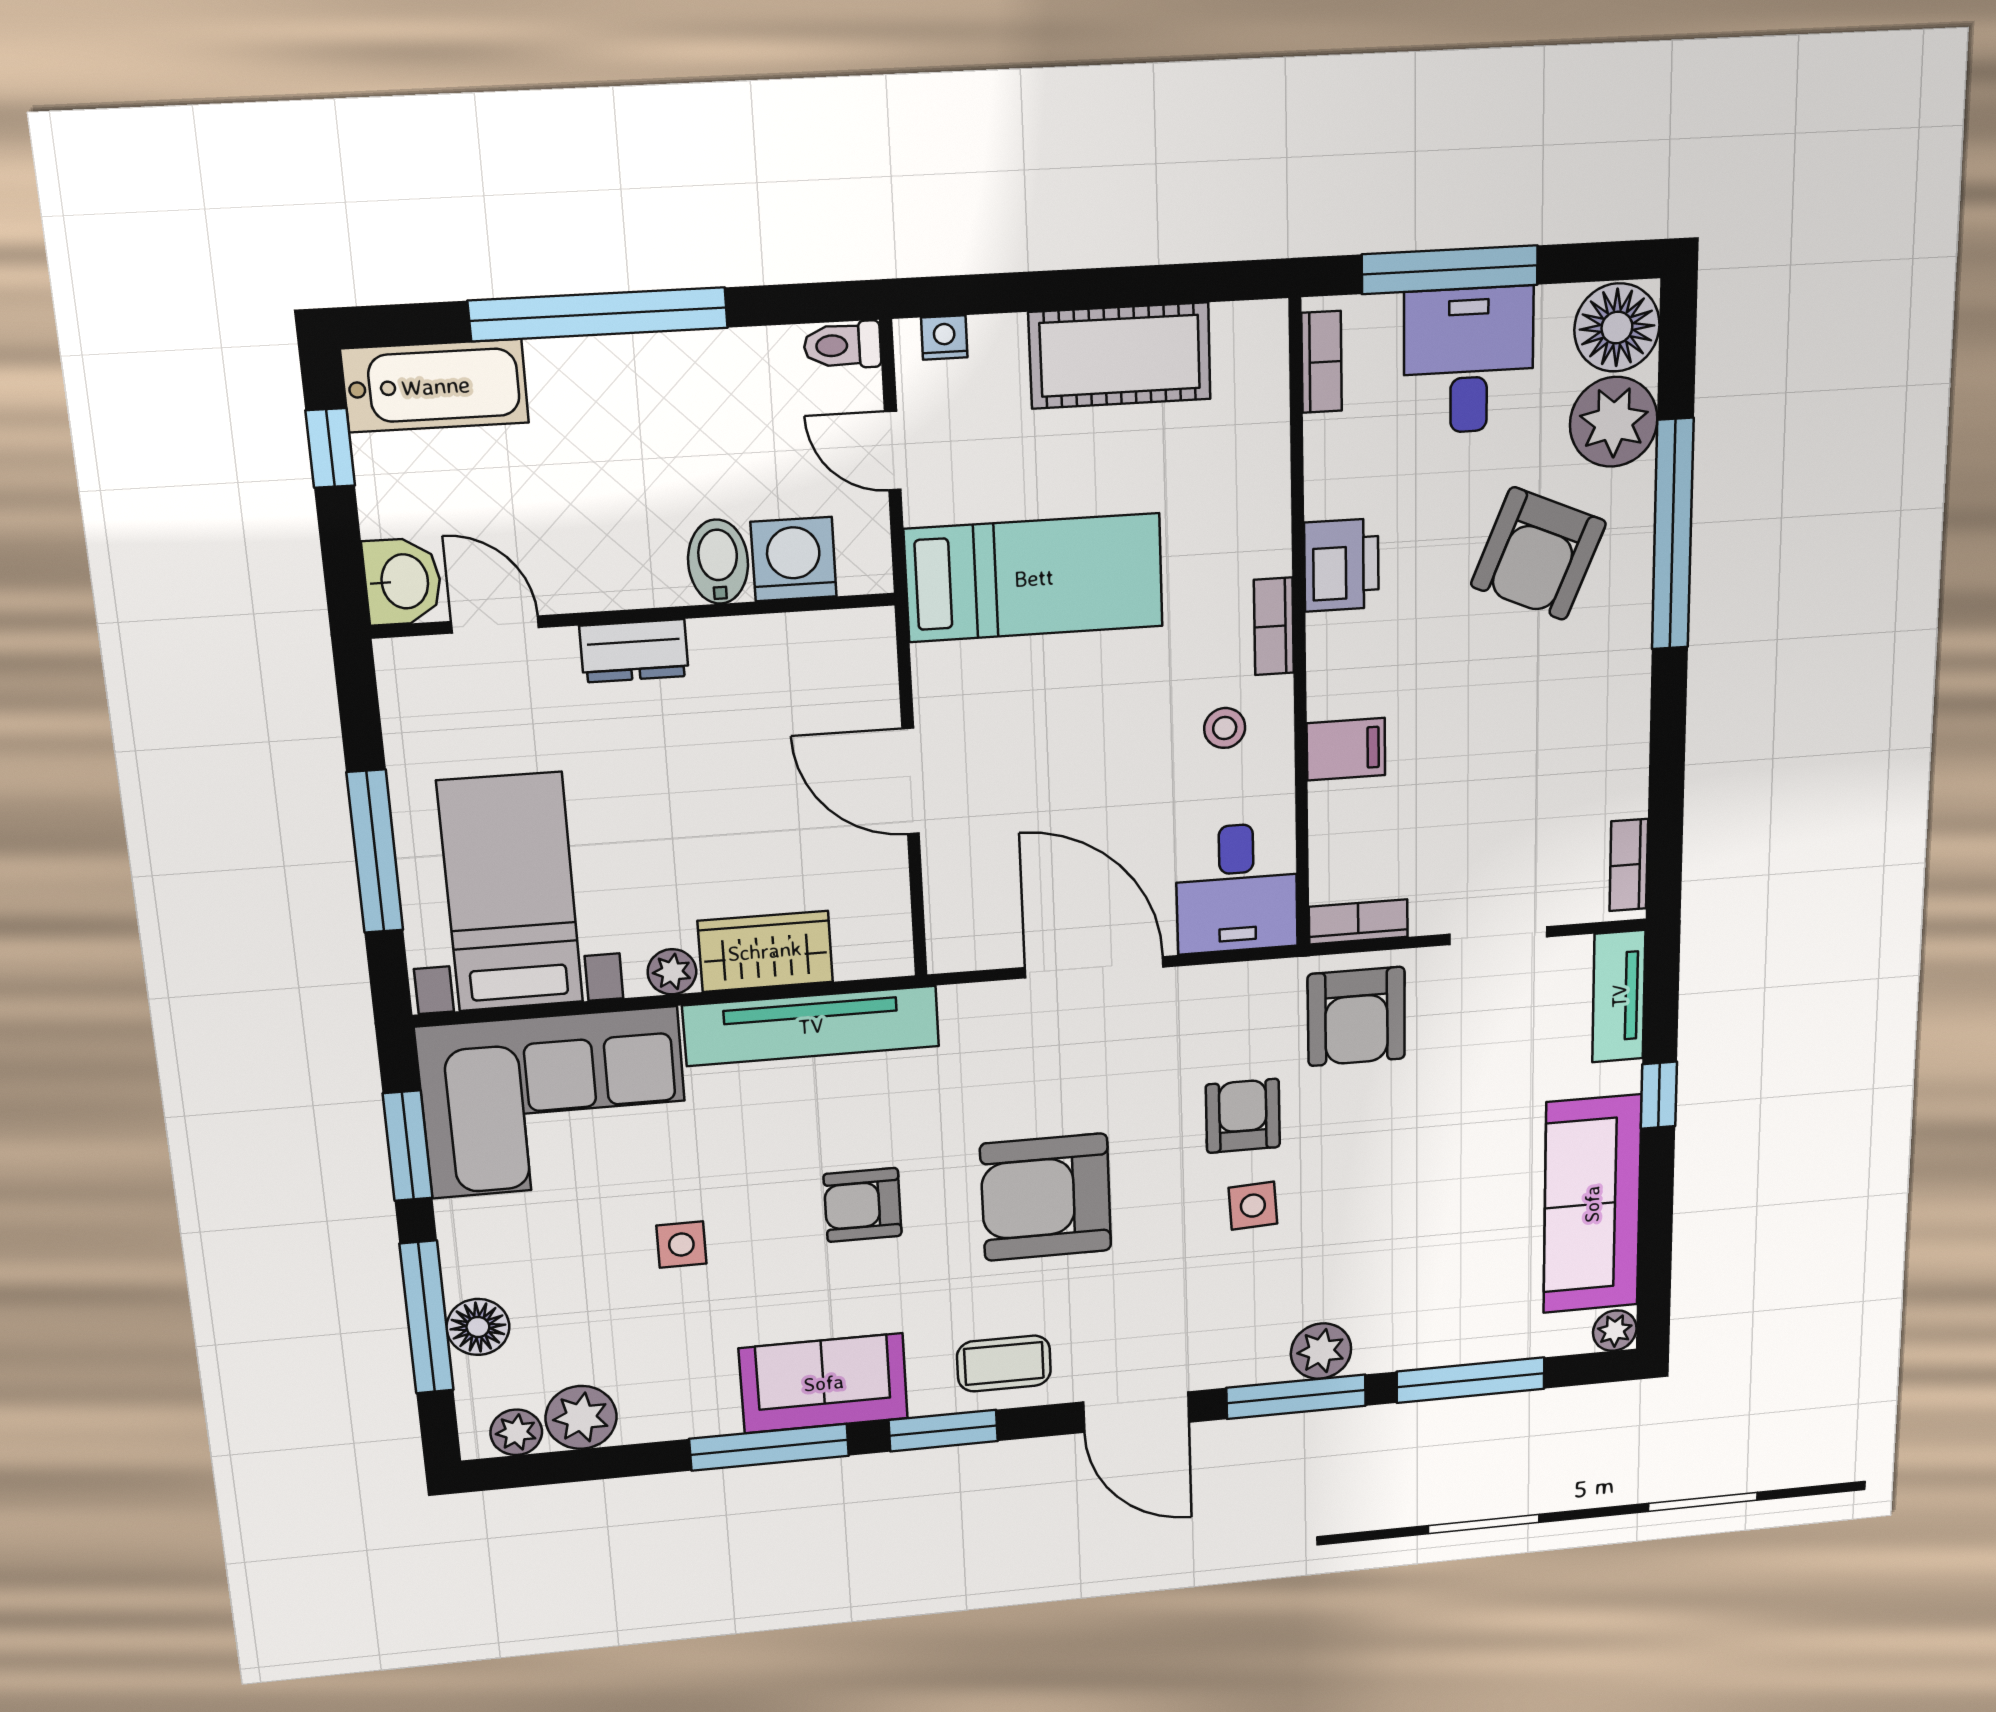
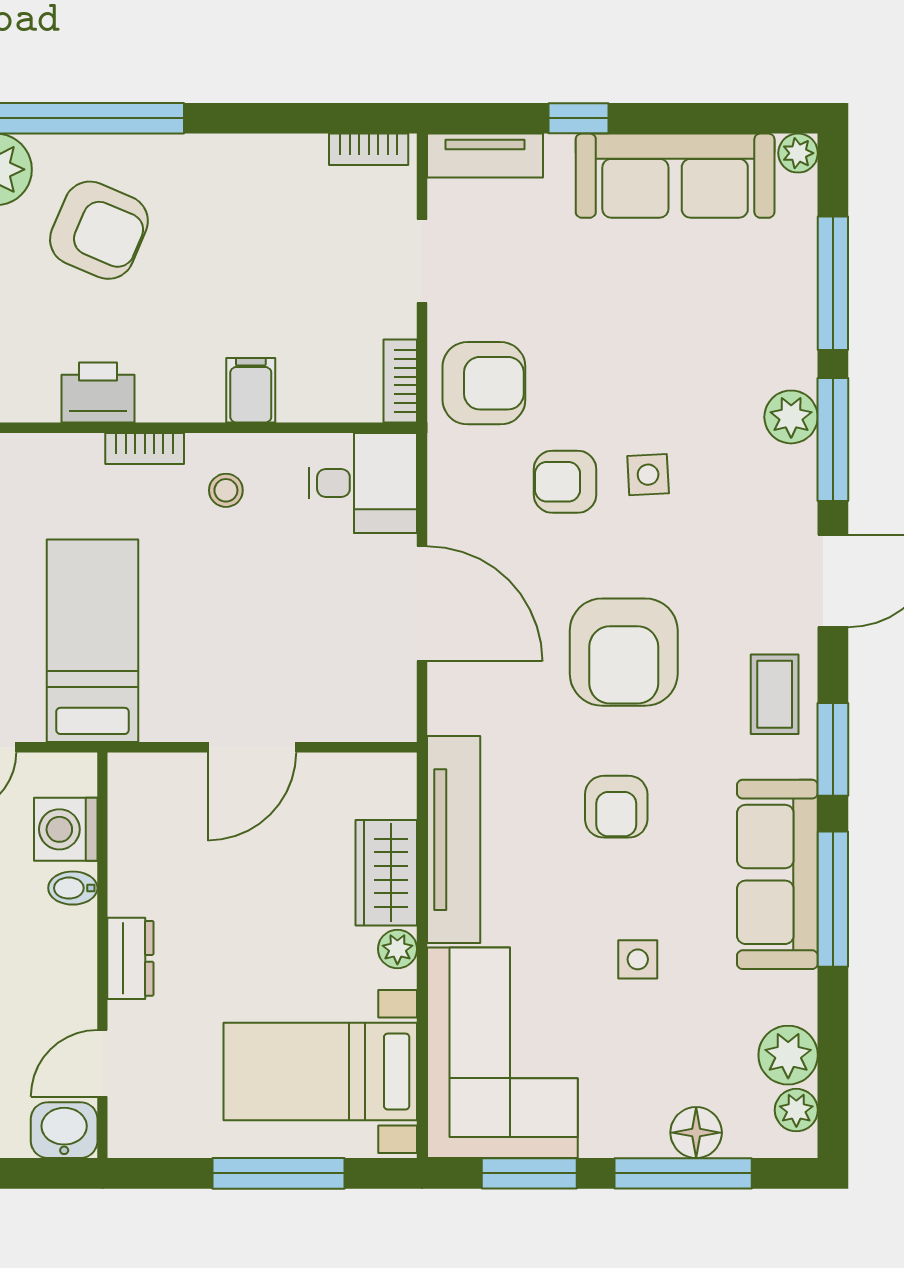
bidet: (718, 562) -> (73, 888), width x0.72, depth x0.74
door: (1094, 967) -> (422, 604), swing flipped
sofa: (824, 1383) -> (777, 874), width x1.36

